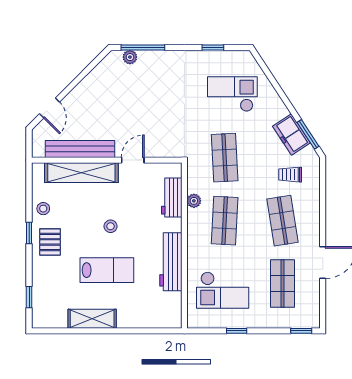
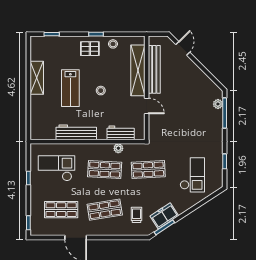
door: (50, 108) -> (183, 48), swing flipped
checkout: (223, 290) -> (57, 168), turned 90

